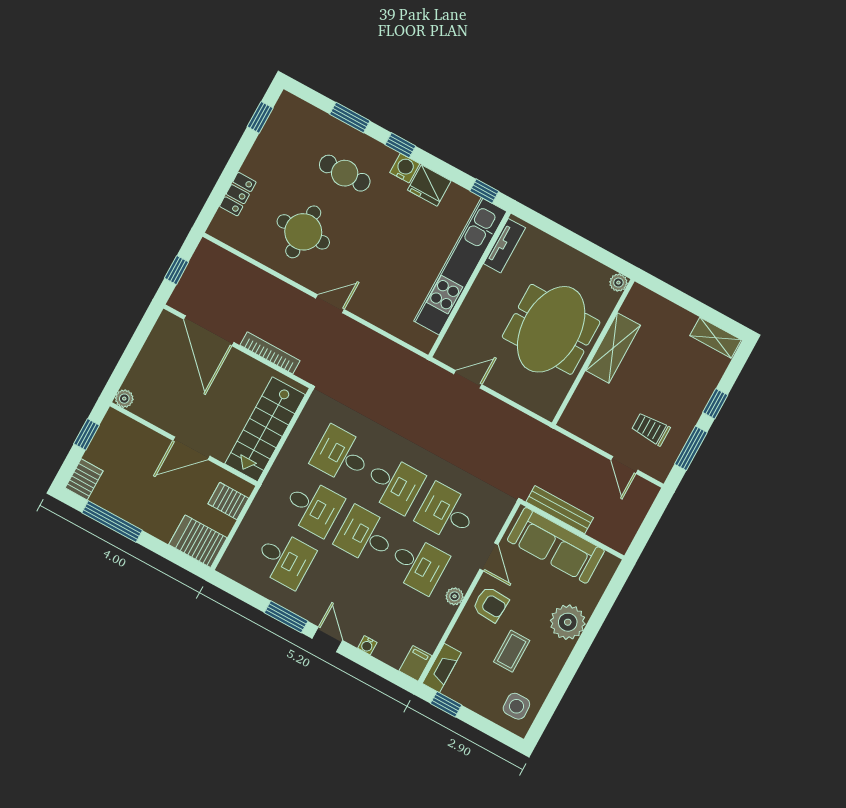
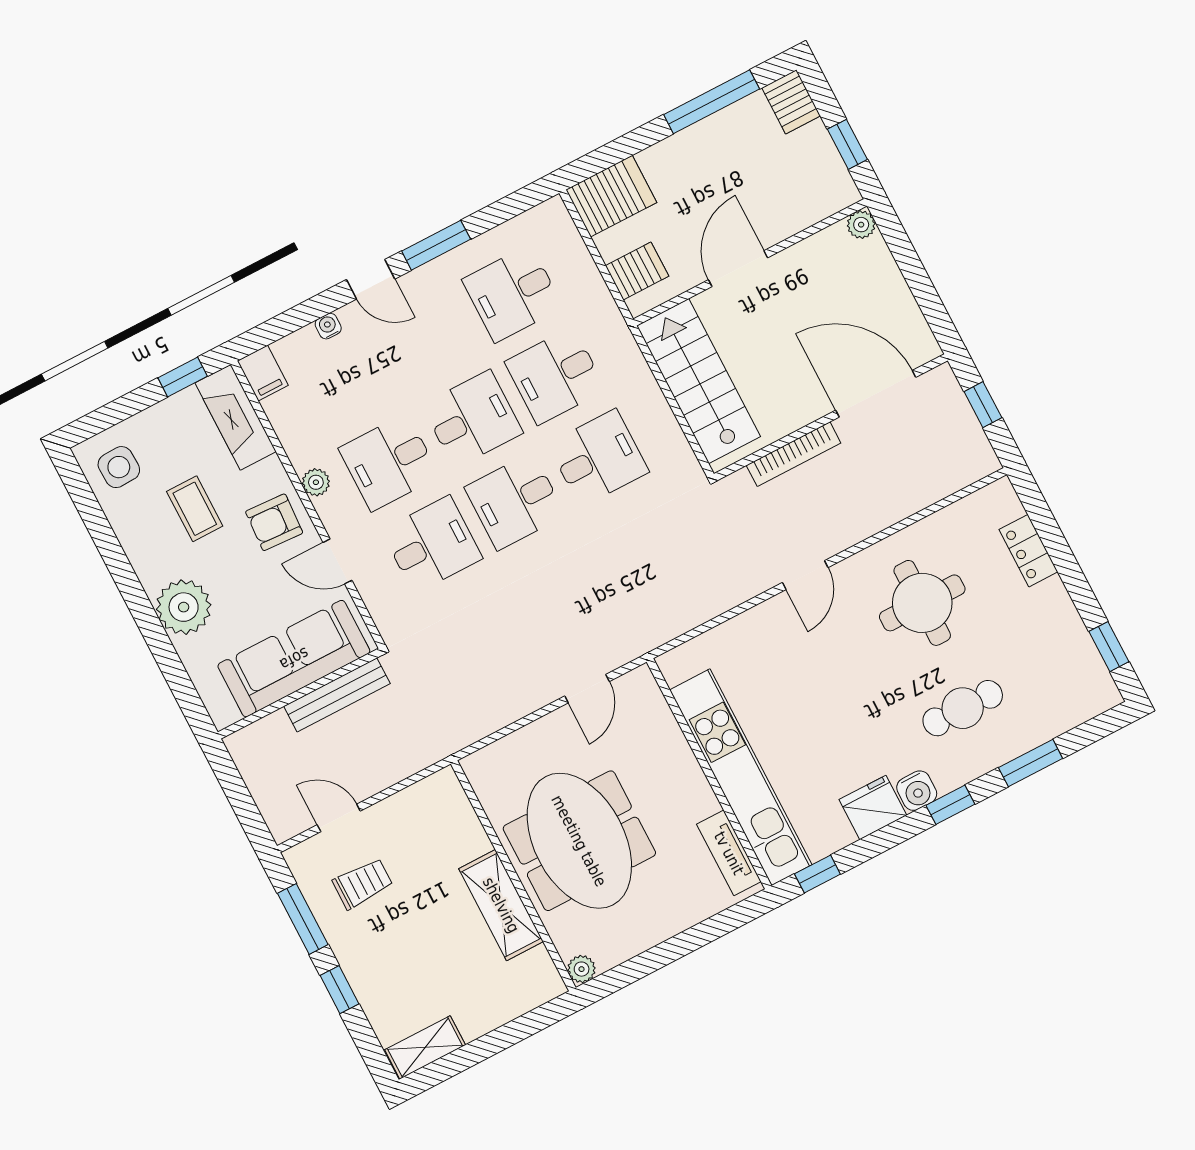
fireplace: (442, 668) -> (236, 417), width x1.37, depth x1.32

